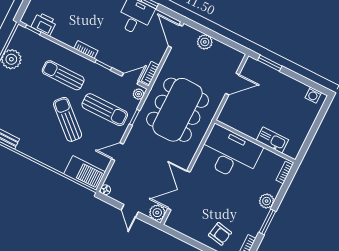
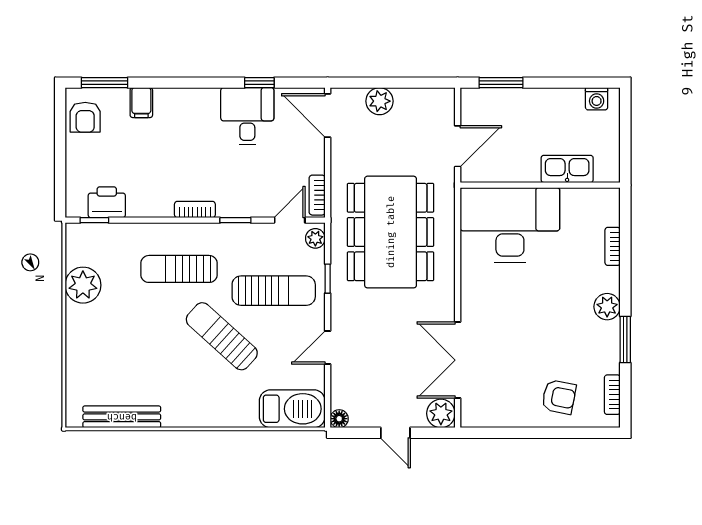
kitchen sink: (272, 140) -> (567, 169), moved
wall: (255, 141) -> (540, 185), moved
desk: (230, 153) -> (510, 225), moved

